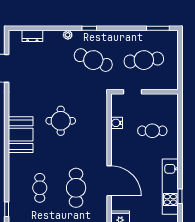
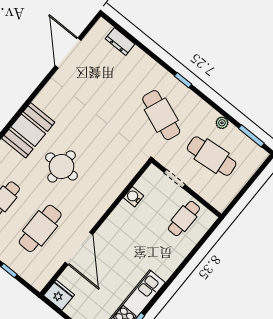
plant: (68, 35) -> (222, 123), moved
round table: (61, 121) -> (62, 167), moved
cafe table: (152, 131) -> (184, 219), moved, turned 90

